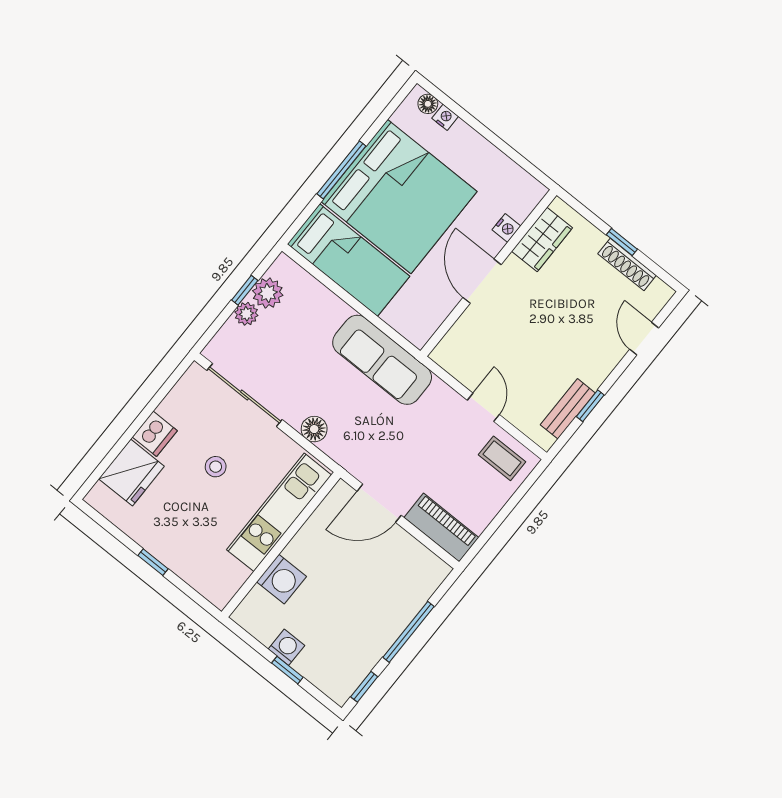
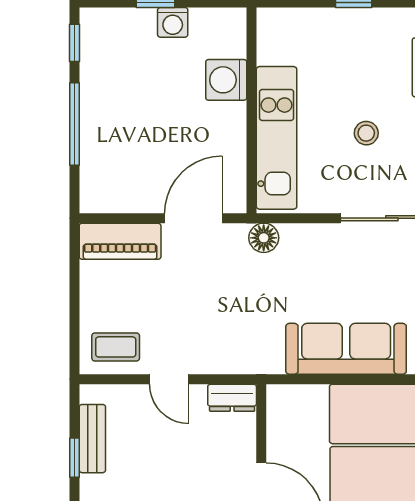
sofa: (382, 360) -> (346, 349), moved
dresser: (451, 360) -> (232, 398), added
floor lamp: (314, 429) -> (264, 238), moved

